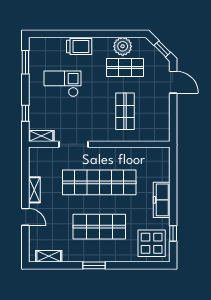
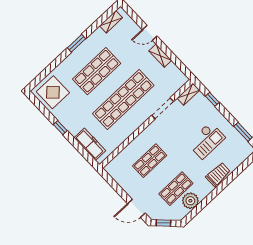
trolley: (79, 47) -> (218, 174), turned 180
shop shelf: (125, 111) -> (150, 161), turned 90
freezer: (162, 200) -> (90, 144), moved
window: (173, 233) -> (60, 128), moved

